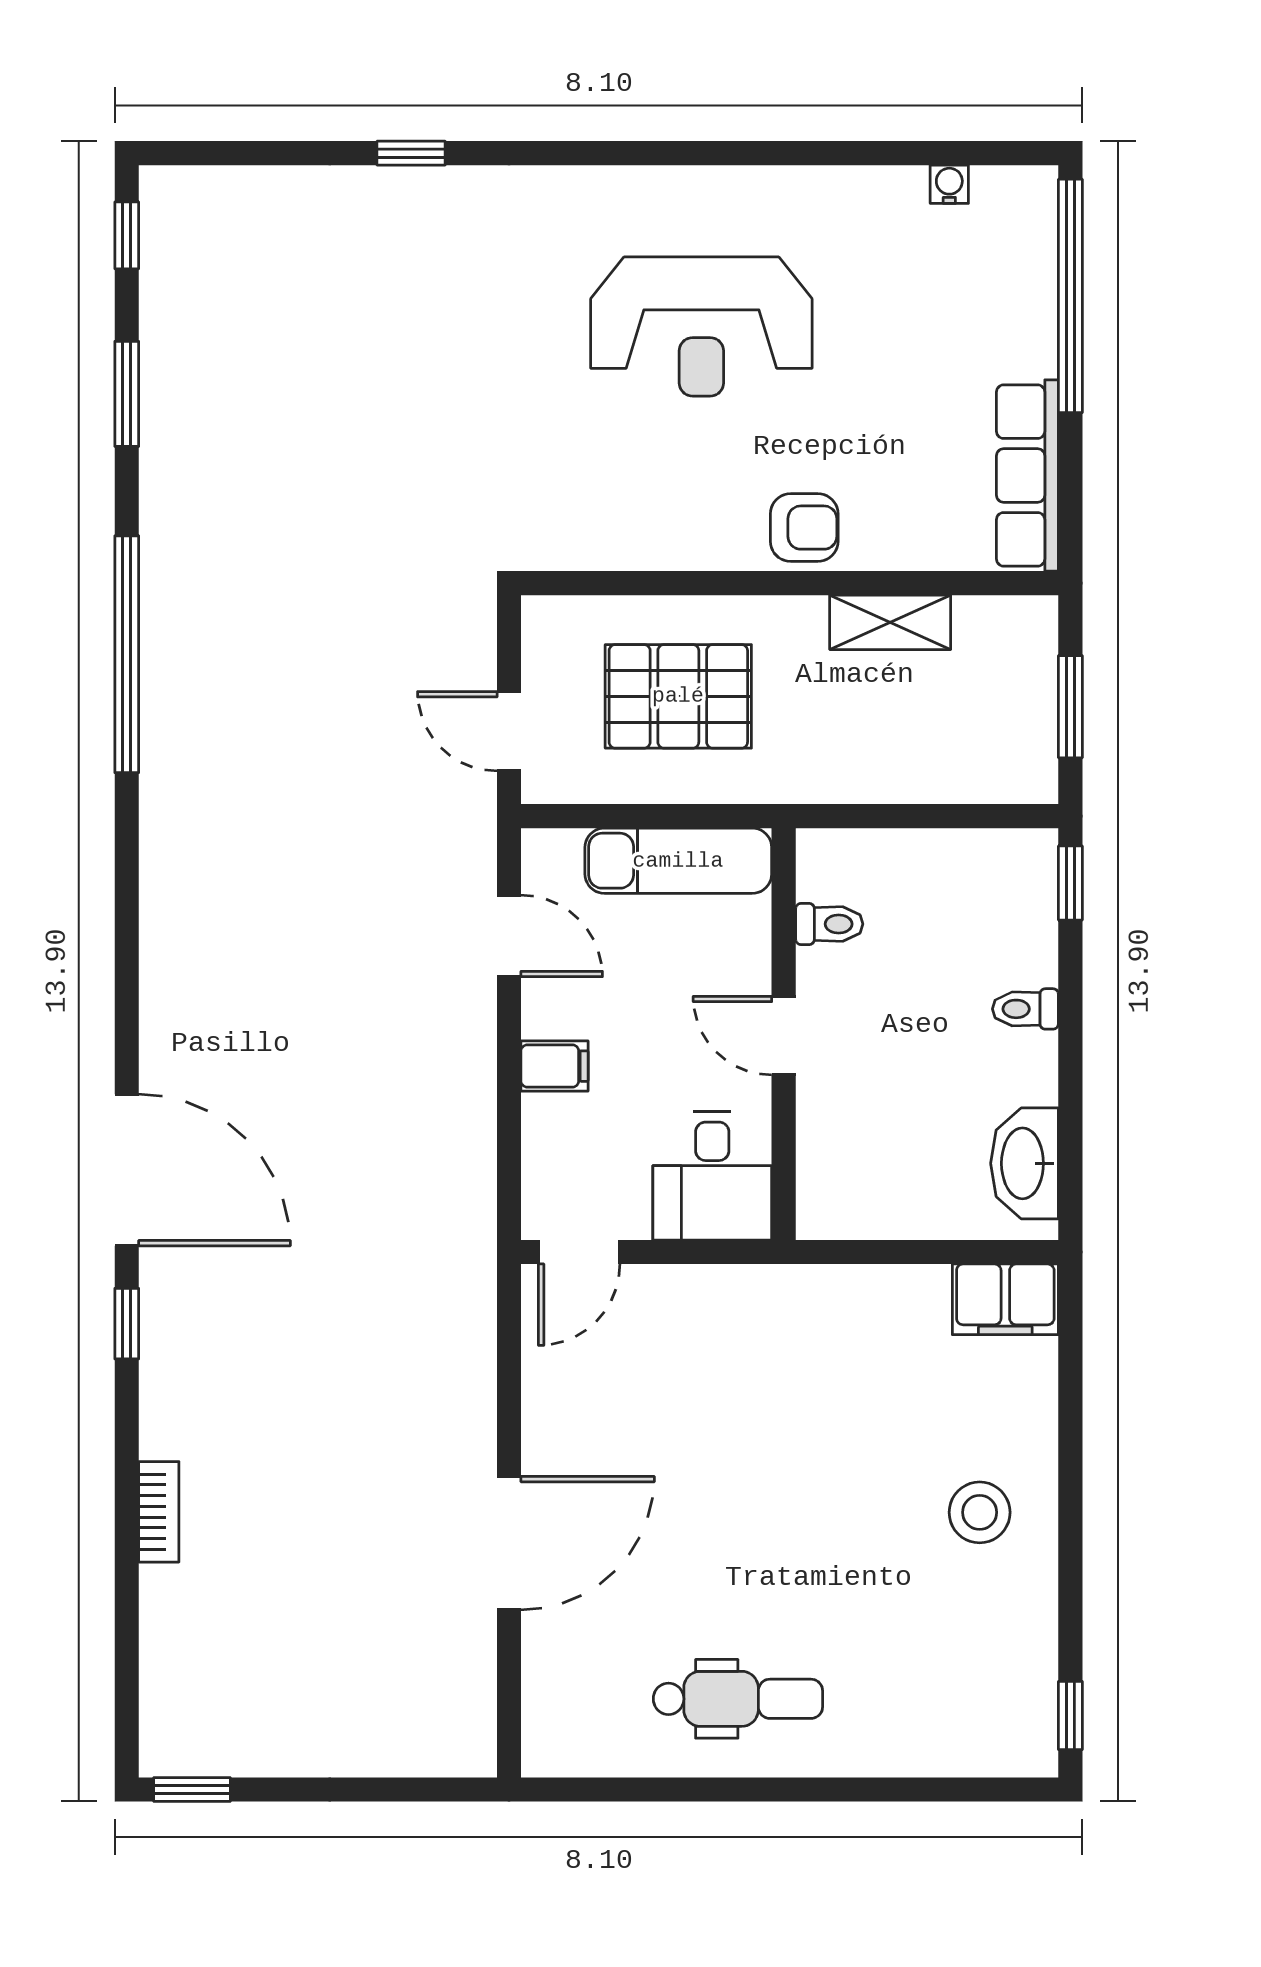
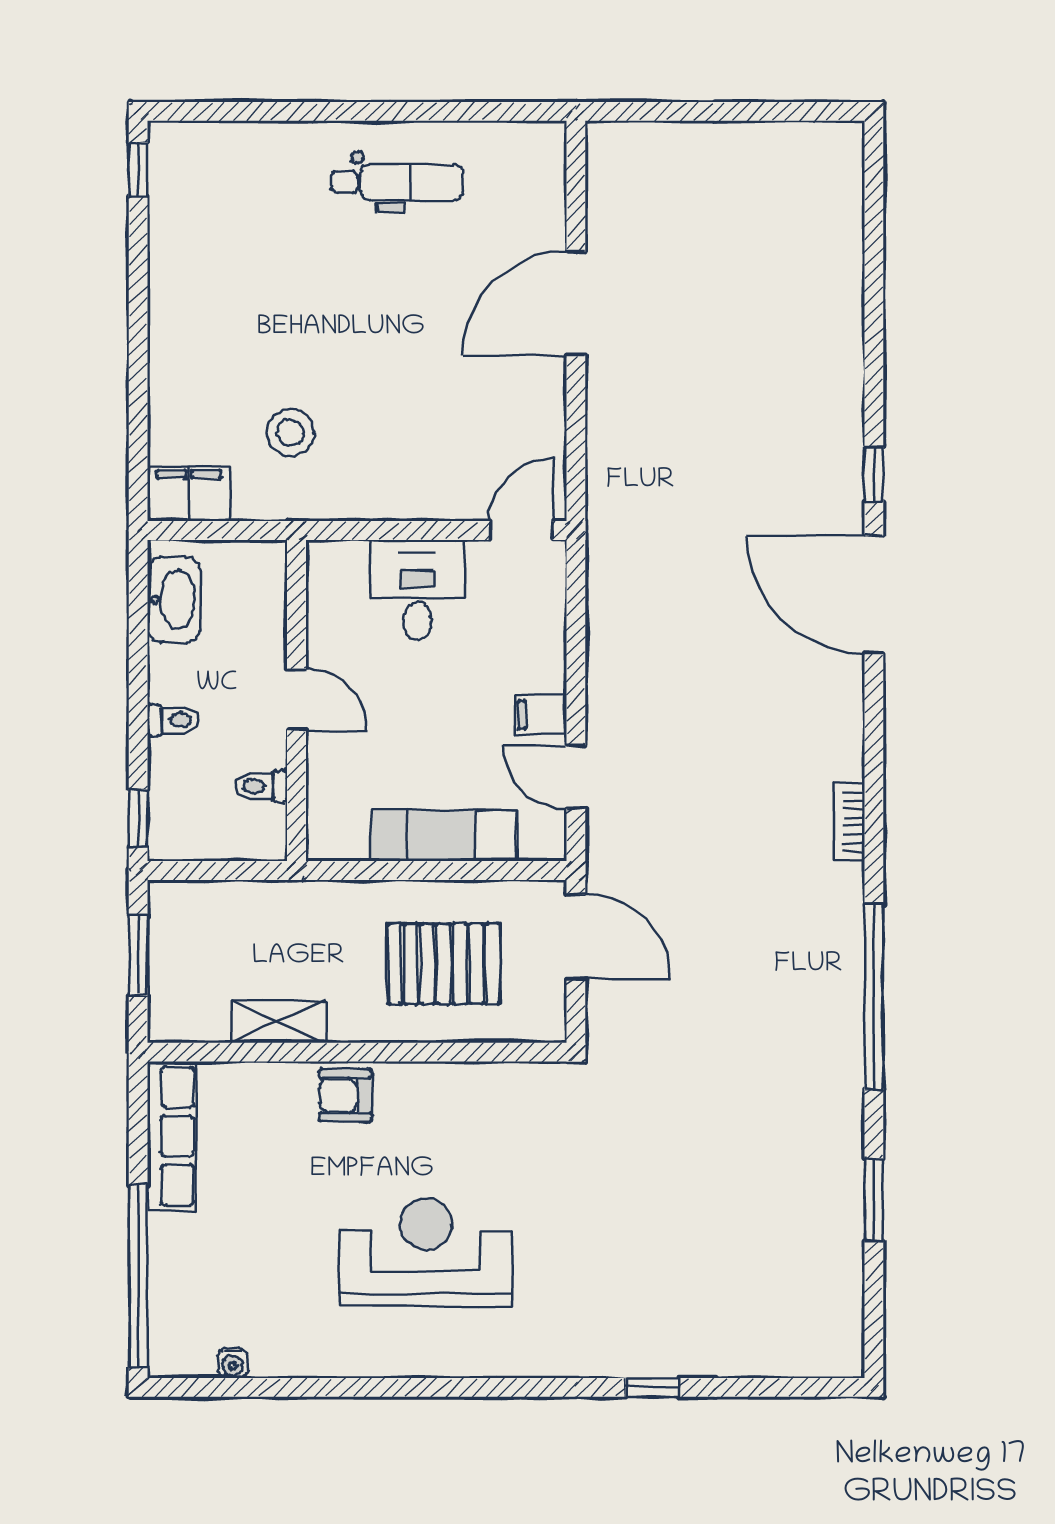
window: (127, 235) -> (874, 1323), removed
door: (509, 731) -> (576, 937), width x1.38
toilet: (829, 924) -> (261, 786), moved
wall: (784, 1034) -> (296, 700), moved
door: (784, 1036) -> (296, 699), moved
filing cabinet: (554, 1066) -> (540, 715), moved
bookcase: (159, 1512) -> (849, 822), moved
stool: (980, 1512) -> (290, 433), moved
dental chair: (738, 1699) -> (397, 182), turned 180
window: (192, 1790) -> (823, 111), removed

